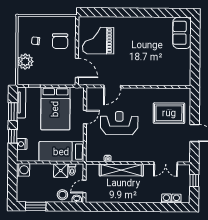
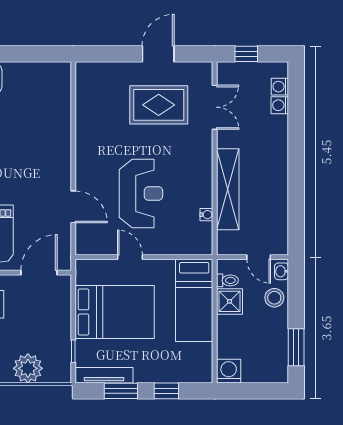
rug: (169, 113) -> (159, 105), moved, turned 90
reception desk: (119, 123) -> (141, 194), turned 180
nightstand: (22, 144) -> (181, 374), removed

